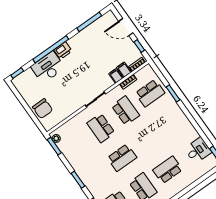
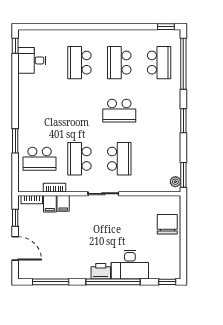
school desk: (150, 93) -> (40, 159), turned 180
school desk: (122, 158) -> (119, 111), turned 180
school desk: (168, 170) -> (79, 63), turned 90

